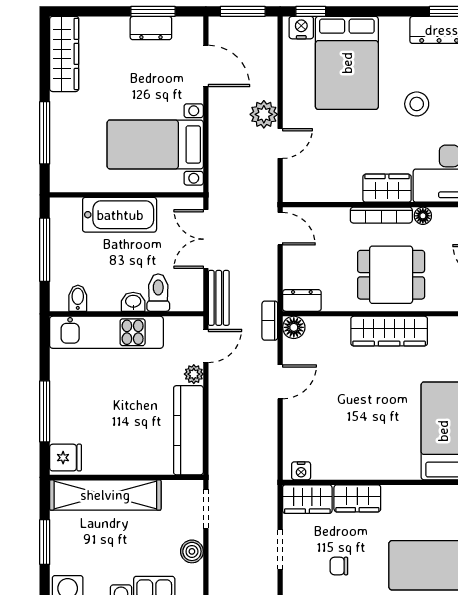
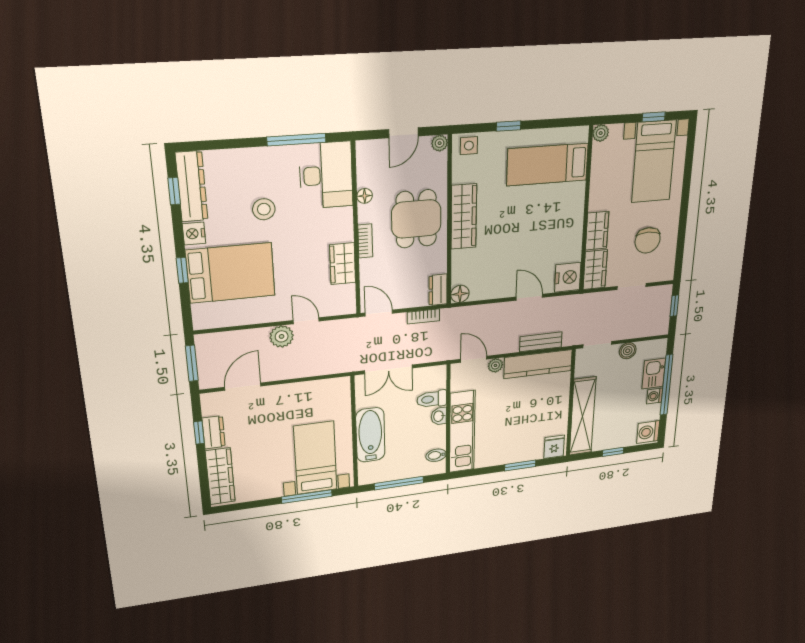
window: (153, 11) -> (199, 433), width x0.67
window: (311, 11) -> (182, 270), moved
nightstand: (301, 28) -> (194, 234), moved
wardrobe: (64, 54) -> (220, 476), moved, turned 90
bed with nightstands: (155, 144) -> (315, 458), moved, turned 180
wardrobe: (387, 188) -> (343, 264), moved
bookcase: (381, 215) -> (365, 241), width x0.64
door: (280, 229) -> (379, 313), hinge flipped
bench: (219, 298) -> (541, 342), moved
bookcase: (270, 321) -> (423, 316), moved
door: (280, 382) -> (529, 297), moved
window: (45, 411) -> (520, 465), width x0.69
nightstand: (301, 471) -> (568, 277), width x1.89, depth x1.79
window: (45, 542) -> (613, 452), width x0.67
chair: (339, 566) -> (648, 240), width x1.87, depth x1.87

